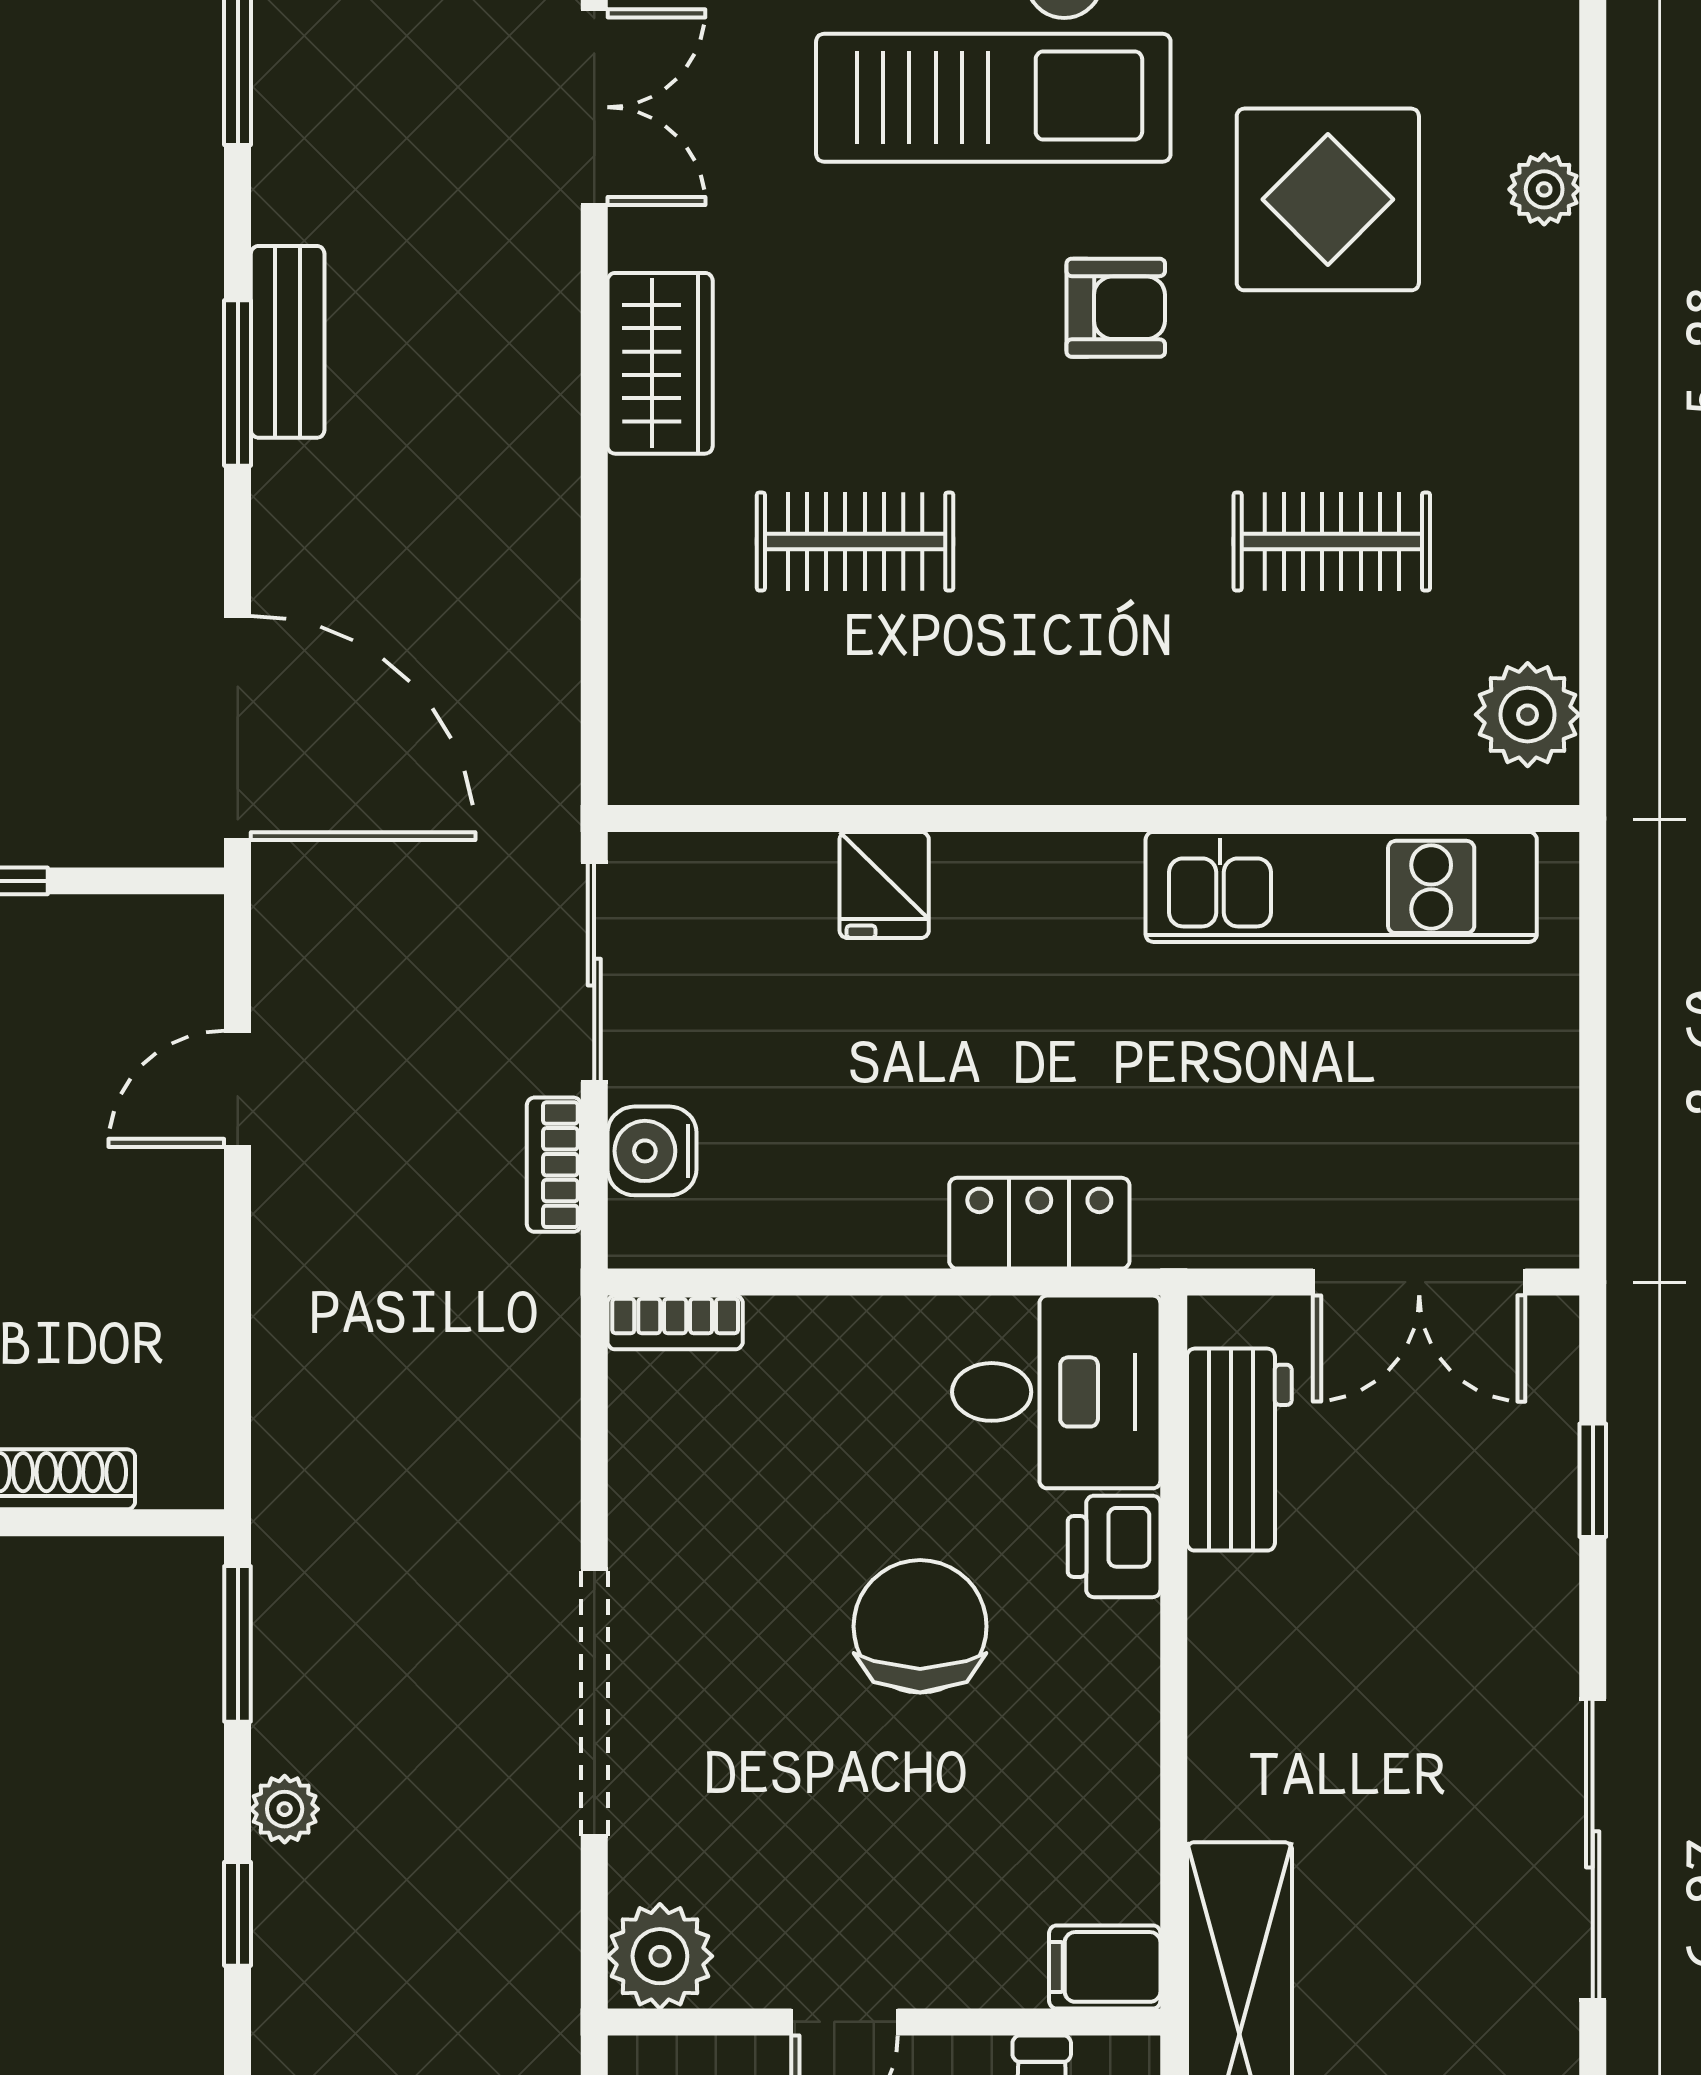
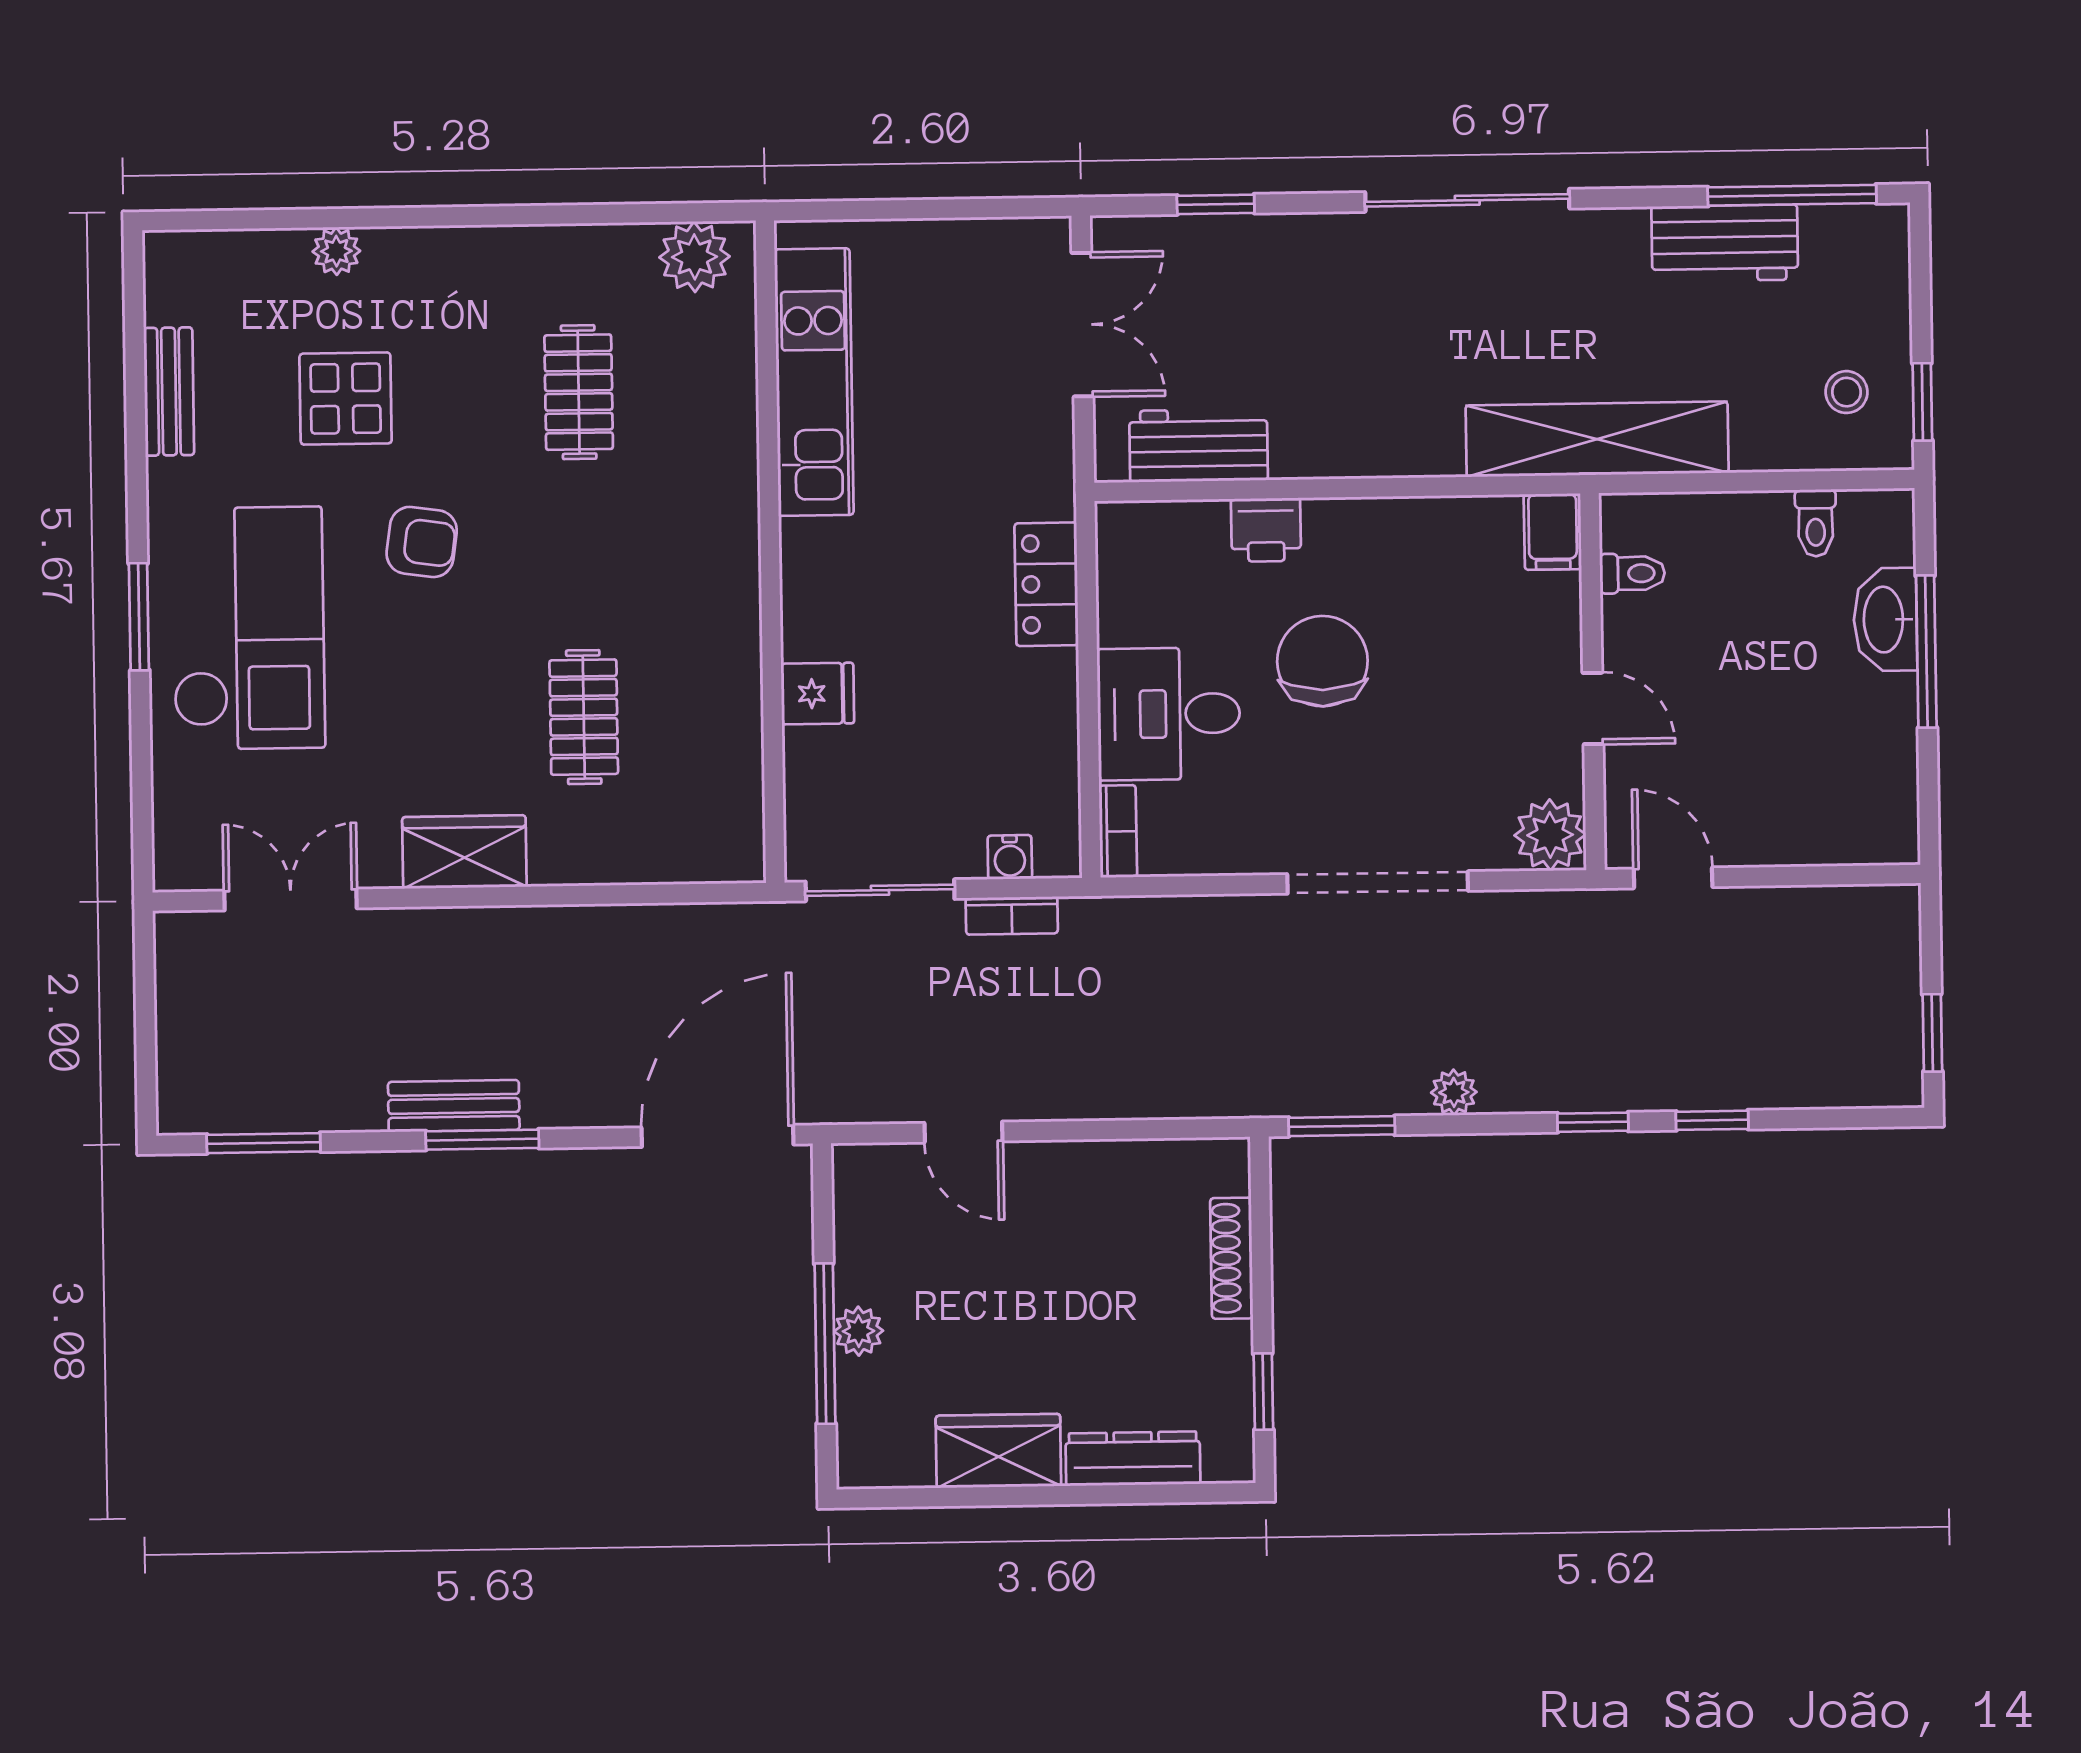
display table: (1328, 199) -> (346, 399), width x0.73, depth x0.73
armchair: (1116, 308) -> (422, 542), turned 98
water cooler: (652, 1151) -> (1010, 857), width x0.72, depth x0.72
desk: (1056, 1392) -> (1169, 714), moved, turned -90
chair: (920, 1626) -> (1322, 661), turned 90
window: (238, 1914) -> (1593, 1122), moved

